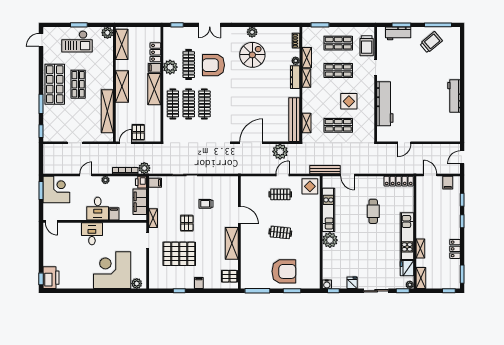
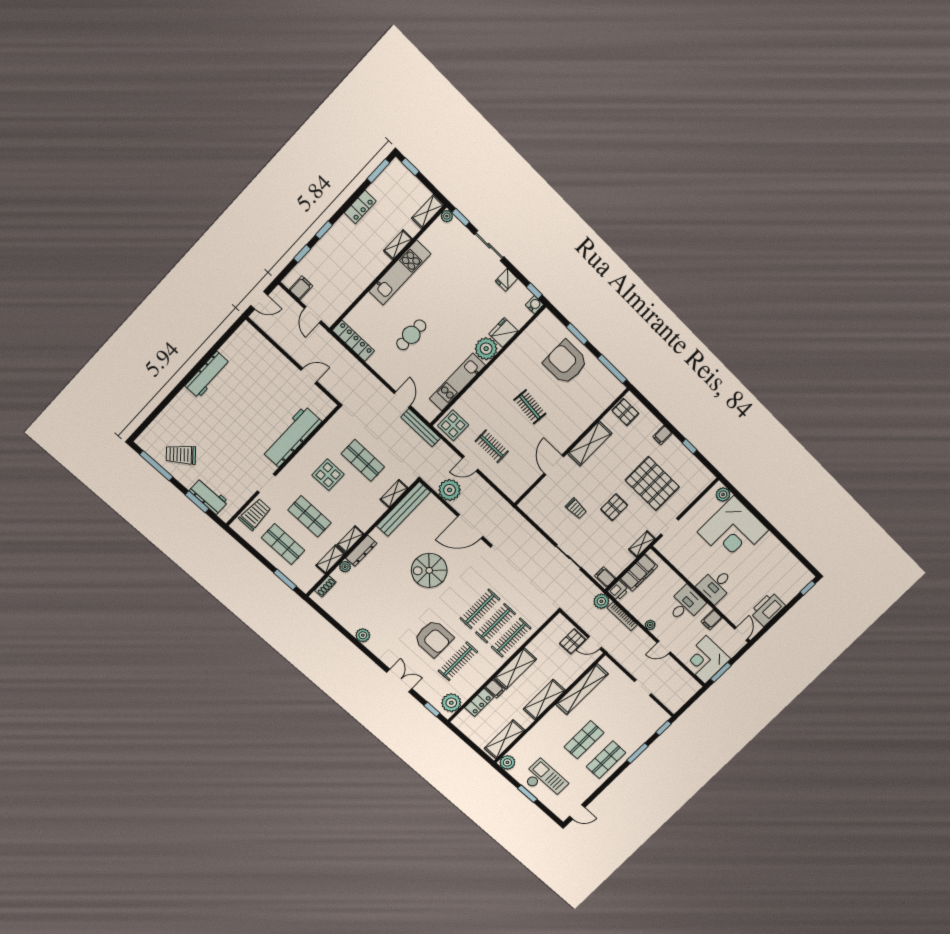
spiral stairs: (252, 55) -> (429, 570), moved
plant: (170, 67) -> (451, 703), moved
shop shelf: (55, 84) -> (606, 760), width x0.70, depth x0.74
filing cabinet: (114, 214) -> (712, 620), moved
fridge: (407, 268) -> (504, 332), moved, turned 180
printer: (51, 278) -> (768, 609), moved

